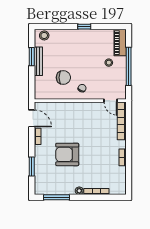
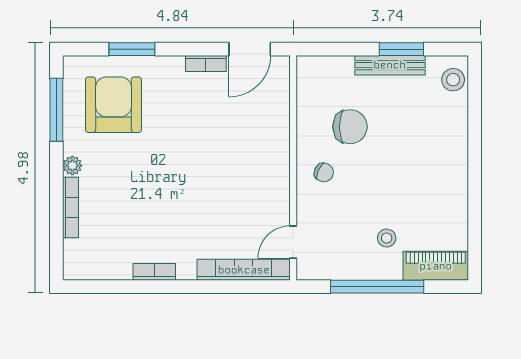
window: (84, 27) -> (475, 178), removed
chair: (63, 78) -> (350, 127), turned -90
armchair: (67, 154) -> (113, 105), moved

